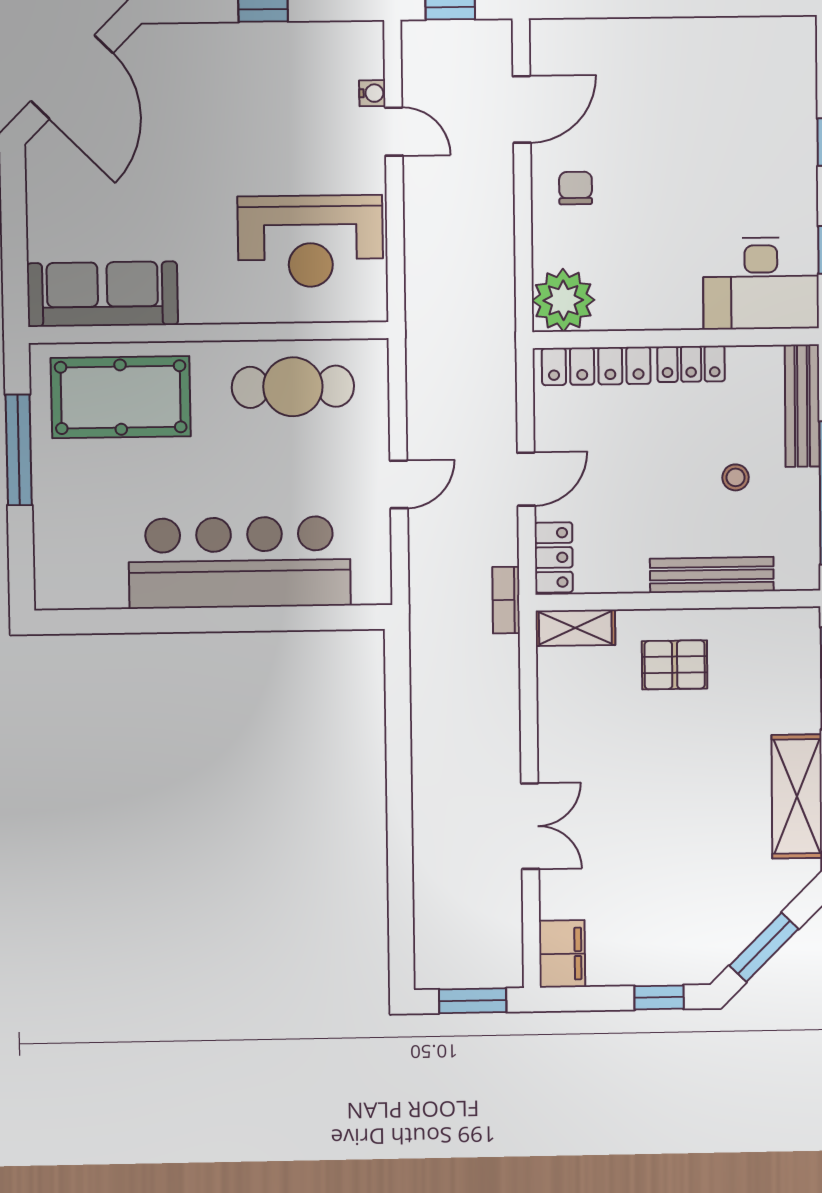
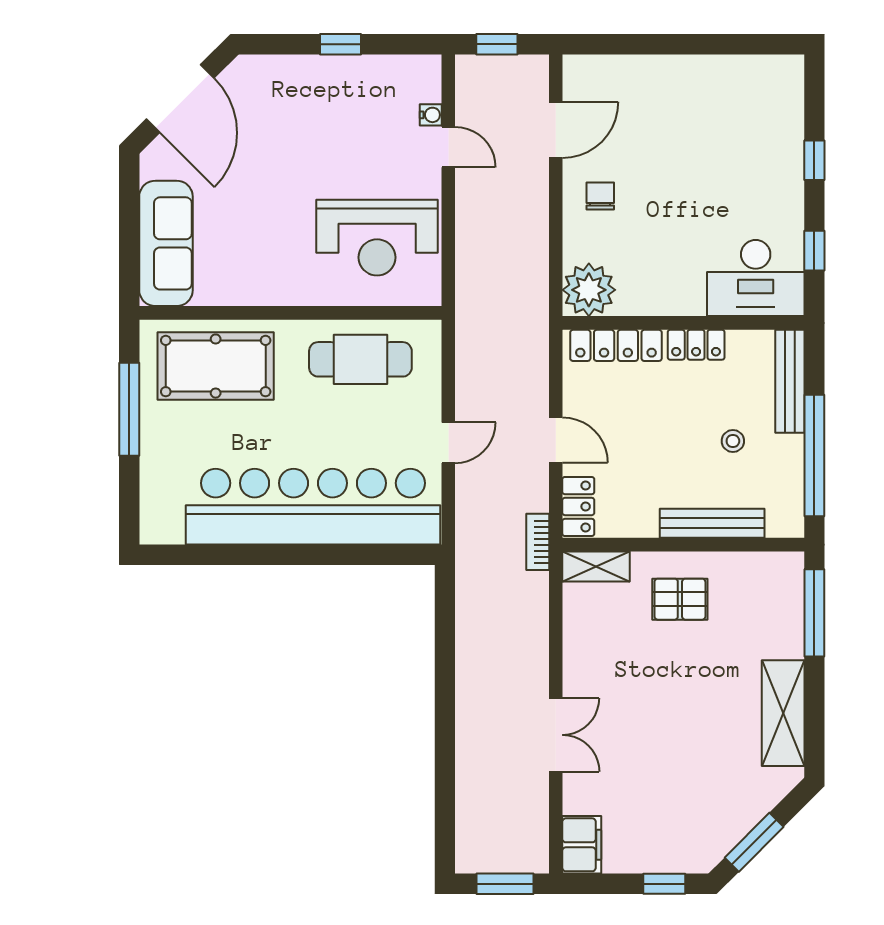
sofa: (102, 294) -> (166, 243), moved, turned 90
door: (526, 479) -> (556, 440), hinge flipped
bar counter: (240, 562) -> (313, 507), width x1.36

